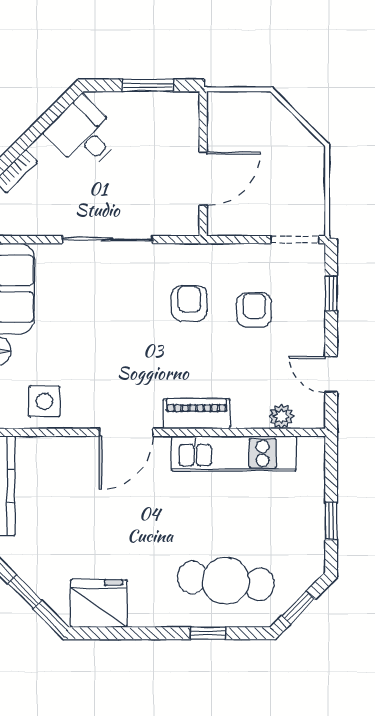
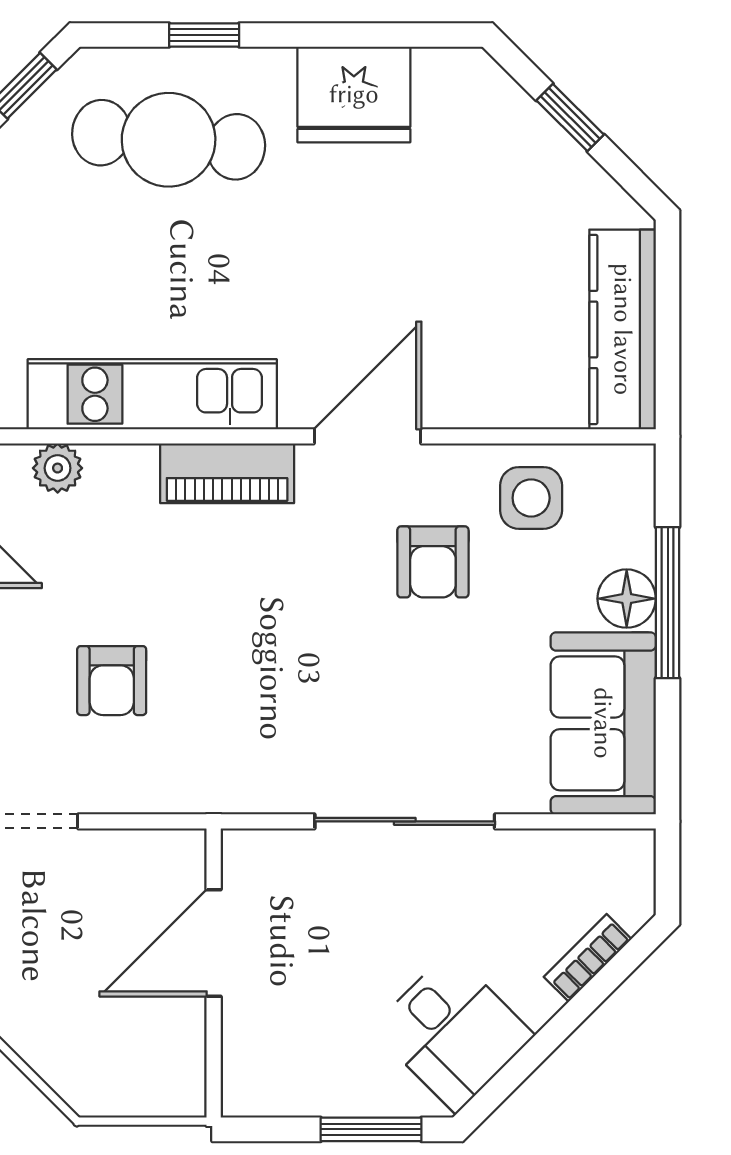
window: (148, 85) -> (371, 1129), moved
armchair: (189, 303) -> (433, 562), moved
fridge: (99, 603) -> (354, 94), moved

